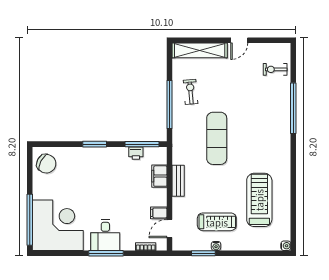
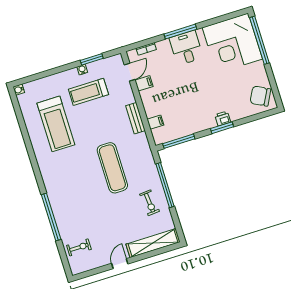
printer: (136, 153) -> (223, 118), moved
filing cabinet: (159, 176) -> (155, 122), width x0.50

